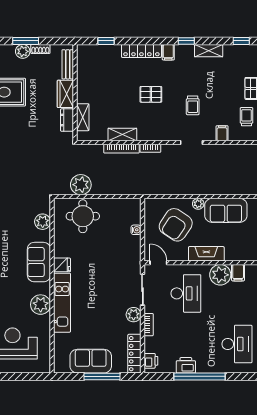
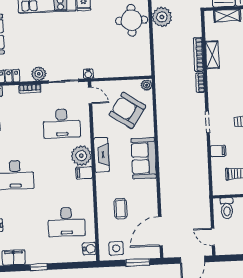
plant: (198, 204) -> (147, 85), moved
water cooler: (136, 230) -> (88, 74), moved
fireplace: (206, 254) -> (102, 155), moved
door: (158, 263) -> (90, 95), hinge flipped

